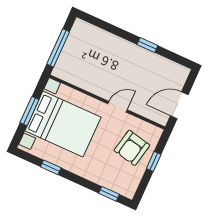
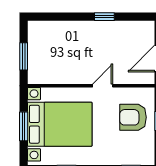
window: (58, 48) -> (24, 56), width x0.69
armchair: (132, 148) -> (133, 117), turned 78

